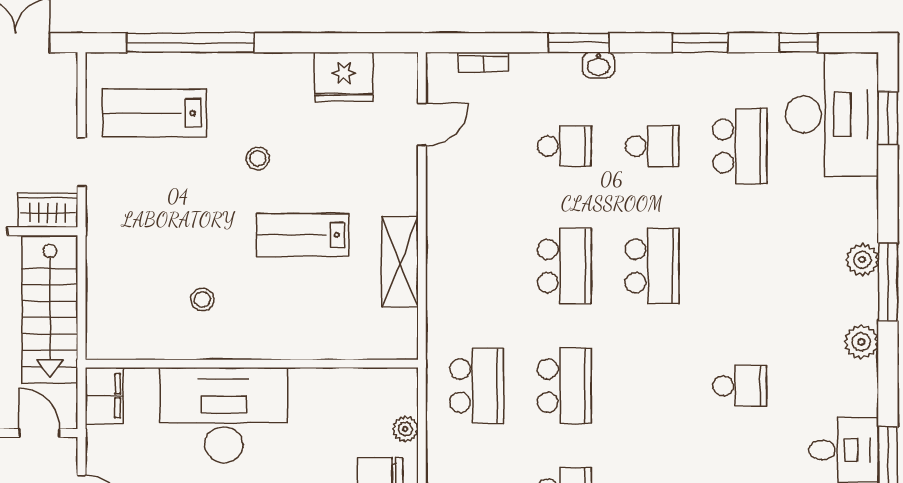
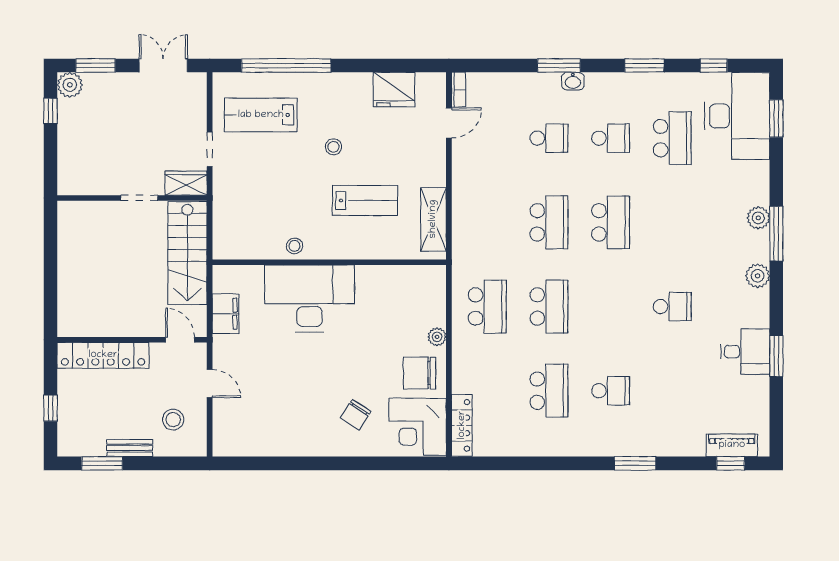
bookcase: (483, 62) -> (459, 90), moved, turned -90
lab bench: (303, 235) -> (365, 201), turned 180
wall: (252, 364) -> (329, 262), moved
desk: (224, 415) -> (310, 298), moved

